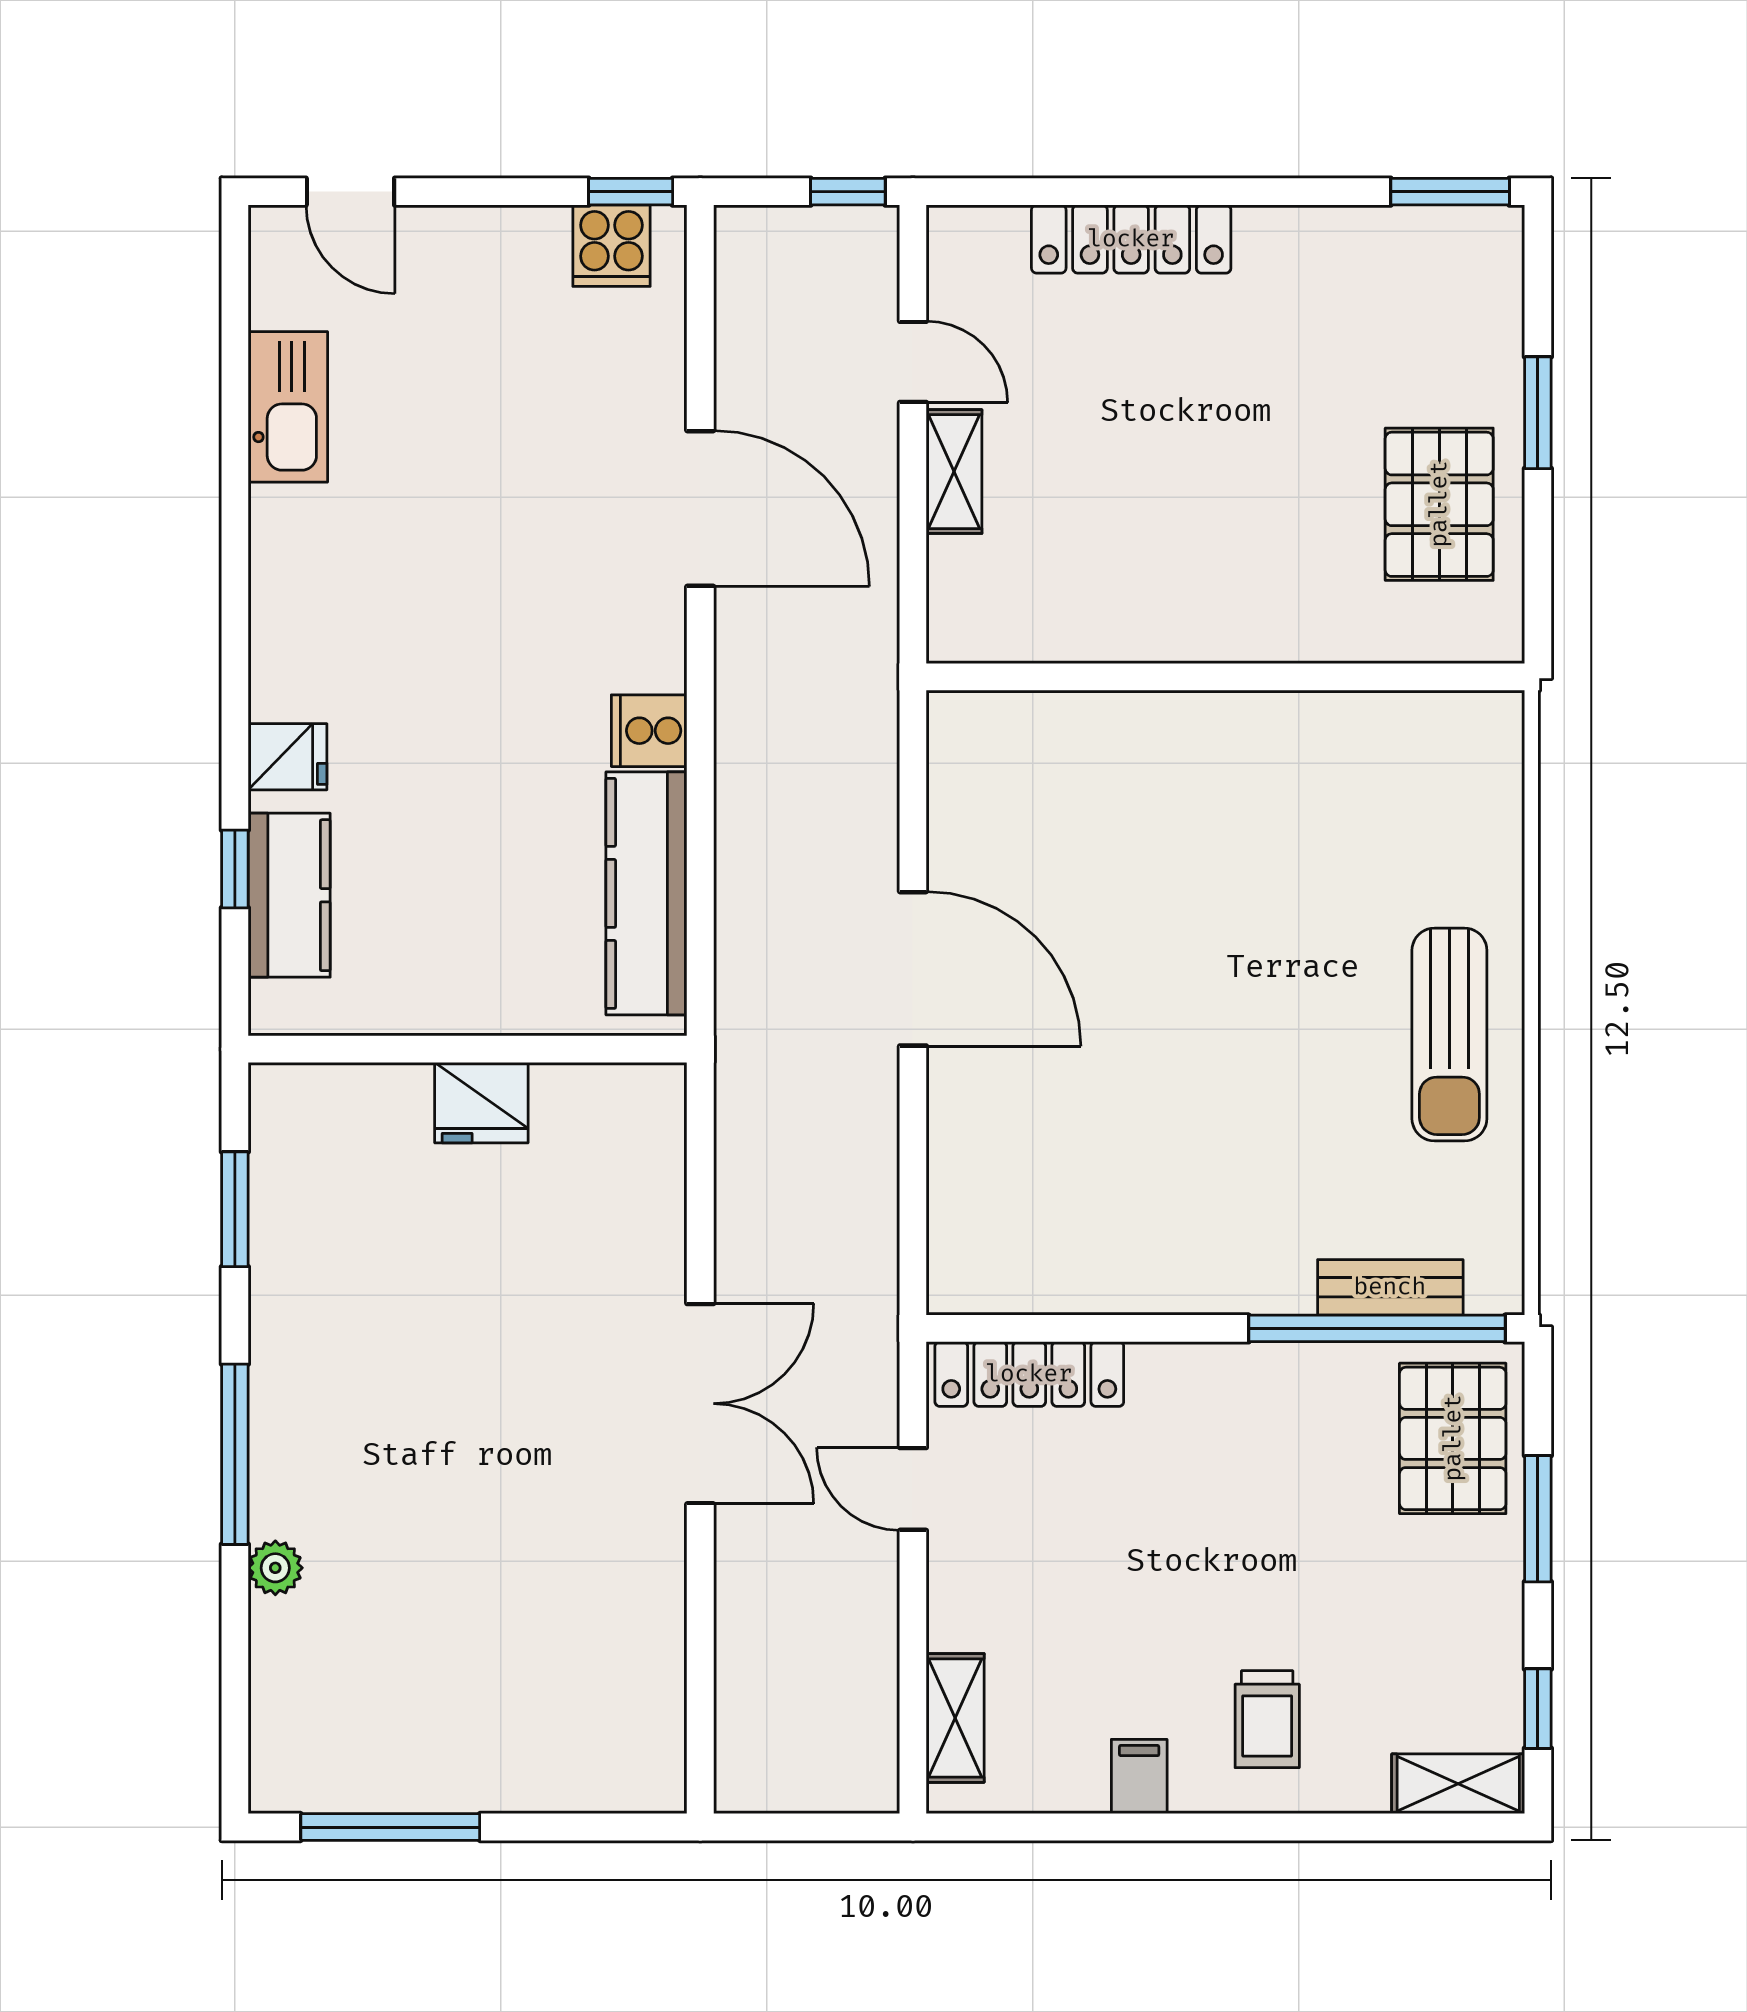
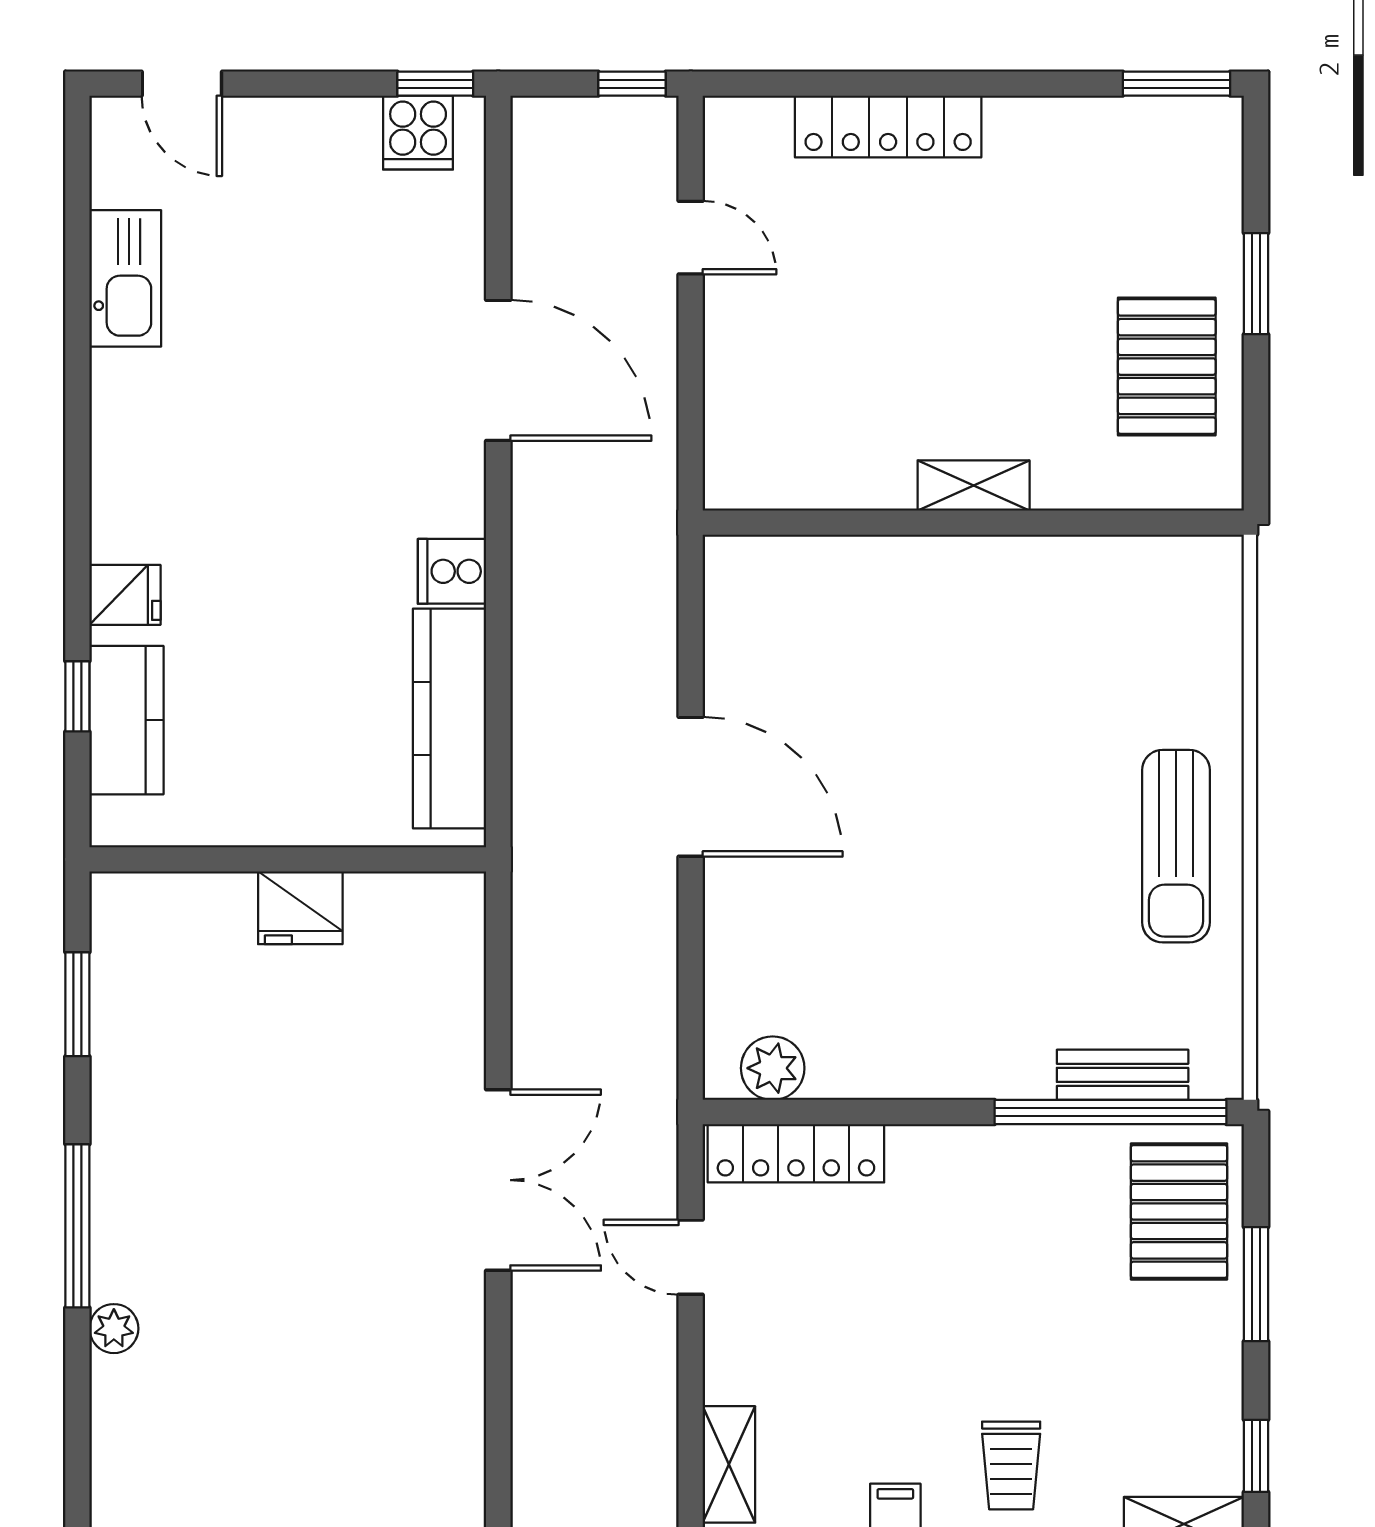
shelving: (954, 472) -> (974, 485), moved, turned 90
plant: (1004, 1280) -> (773, 1068), added

